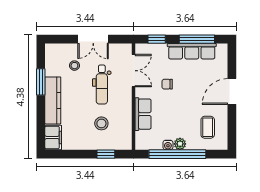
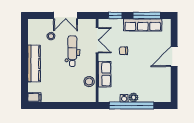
window: (41, 82) -> (25, 49), removed
dental chair: (102, 85) -> (72, 51), turned 180
stool: (101, 123) -> (89, 82), moved
coffee table: (208, 127) -> (155, 85), removed
filing cabinet: (53, 137) -> (34, 97), width x0.50
window: (106, 154) -> (76, 105), removed

